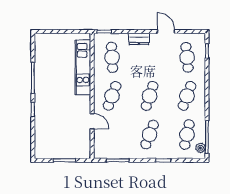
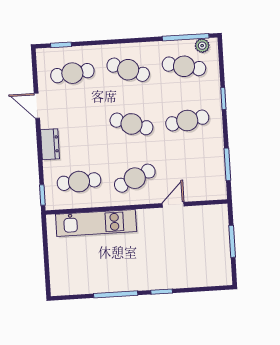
door: (166, 32) -> (37, 106), hinge flipped
cafe table: (112, 96) -> (135, 178), turned -45
cafe table: (150, 134) -> (187, 121), turned -30

